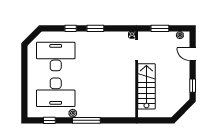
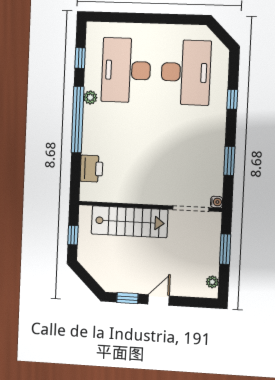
window: (95, 28) -> (229, 161), moved
door: (193, 54) -> (159, 300), moved
printer: (116, 111) -> (91, 169), added
window: (86, 120) -> (78, 120), width x1.46
window: (156, 120) -> (73, 235), added

